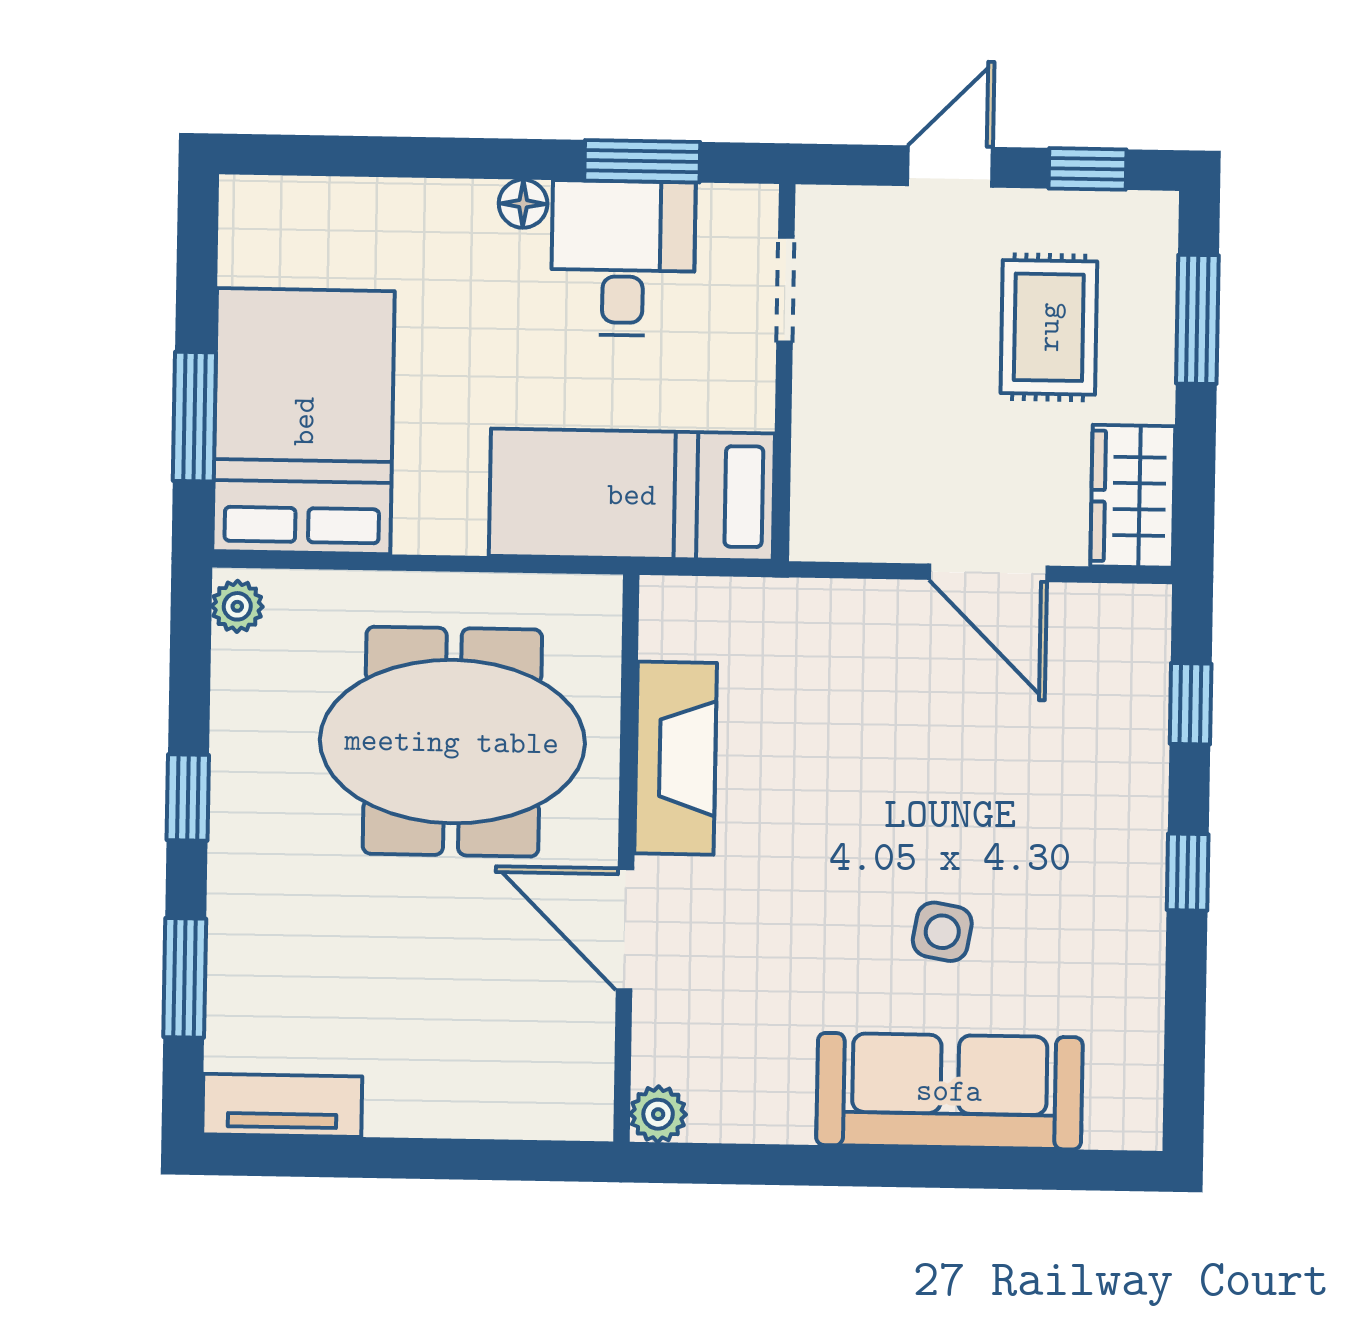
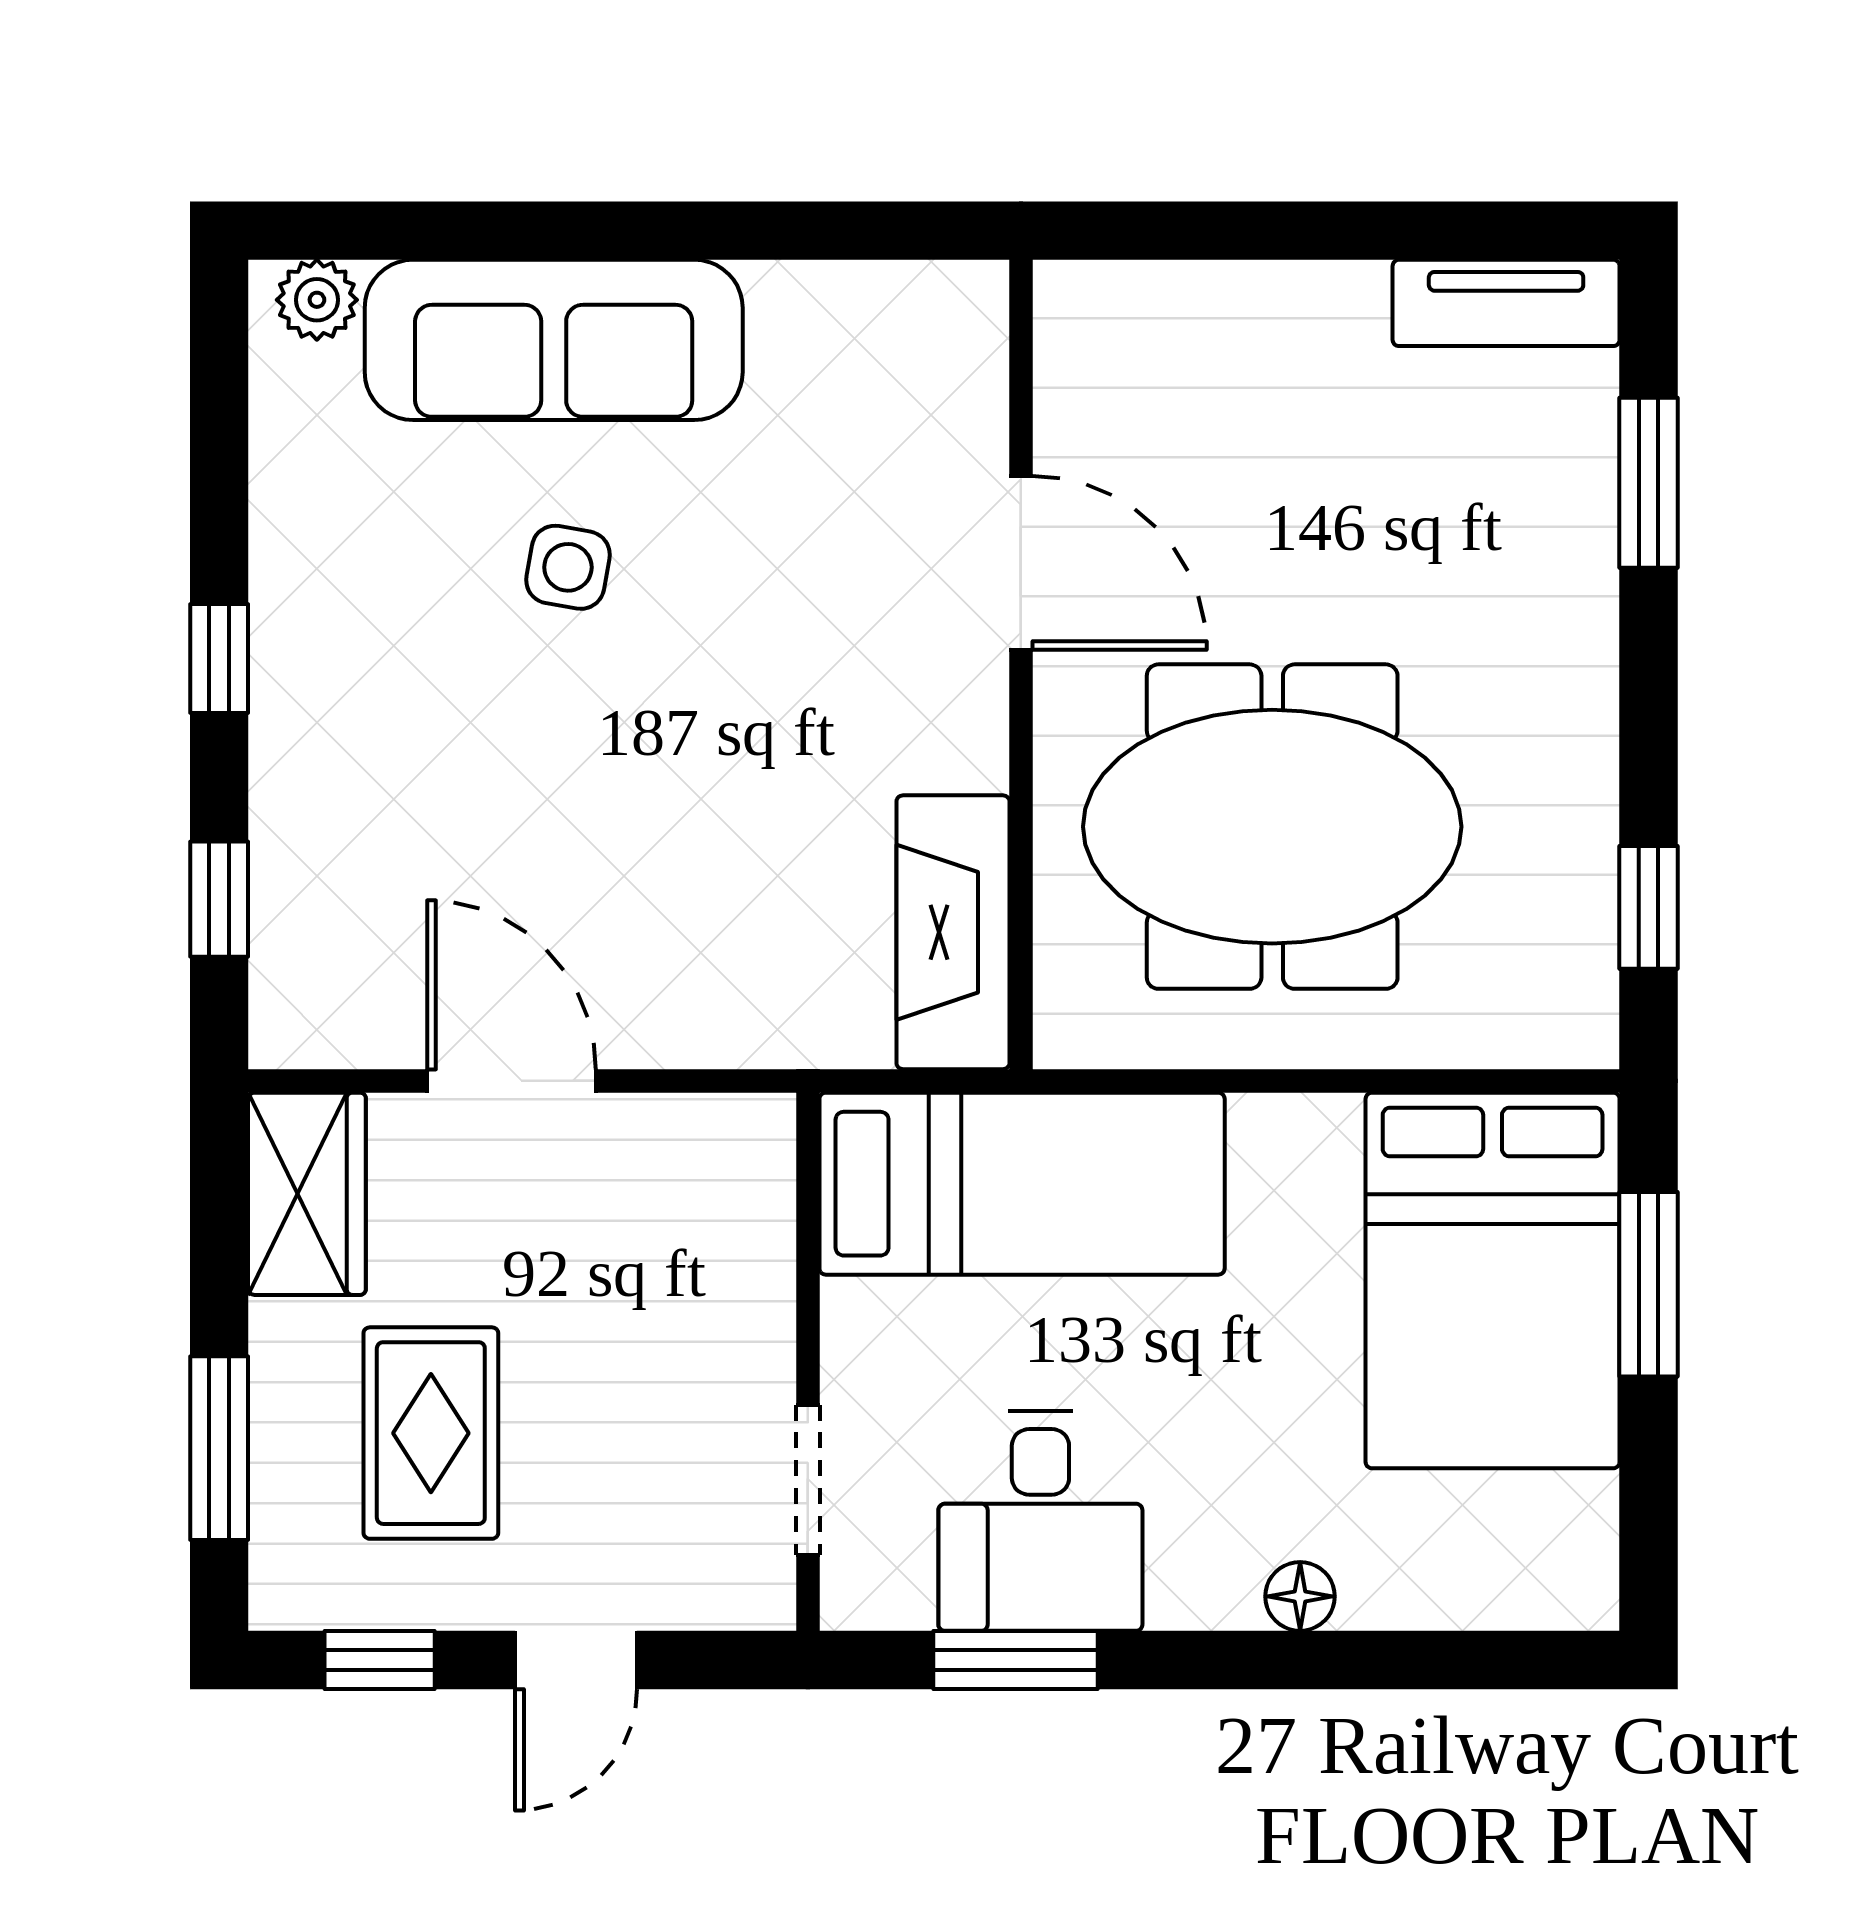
floor lamp: (523, 204) -> (1300, 1596), moved
plant: (237, 606) -> (1583, 1014), removed
fireplace: (676, 758) -> (953, 932), moved
window: (188, 797) -> (1649, 907), moved
plant: (658, 1114) -> (317, 300), moved

